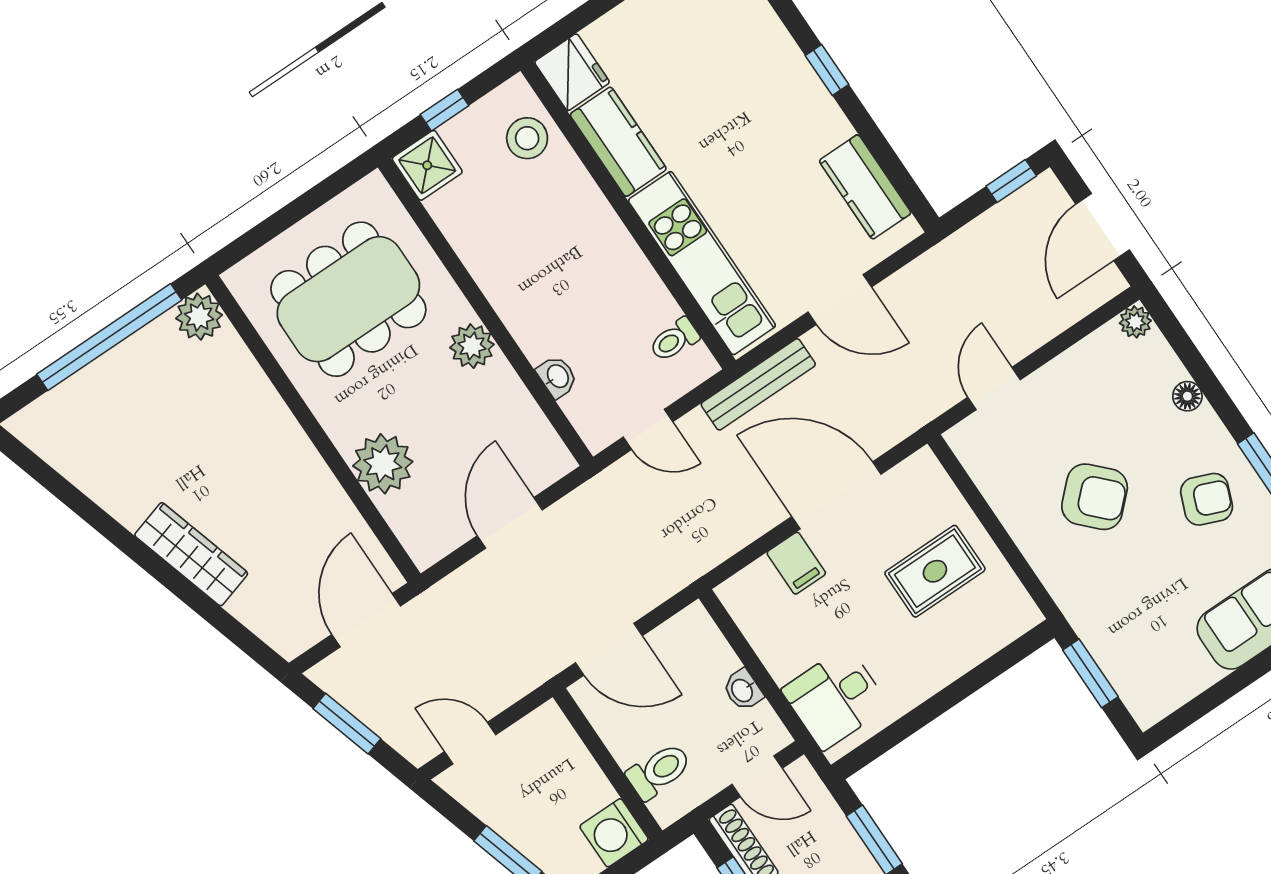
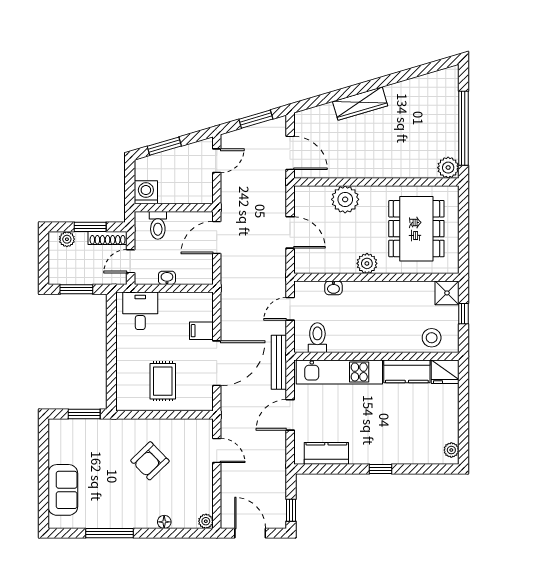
toilet: (674, 340) -> (317, 338), width x1.37, depth x1.39
armchair: (1207, 499) -> (120, 503), removed

